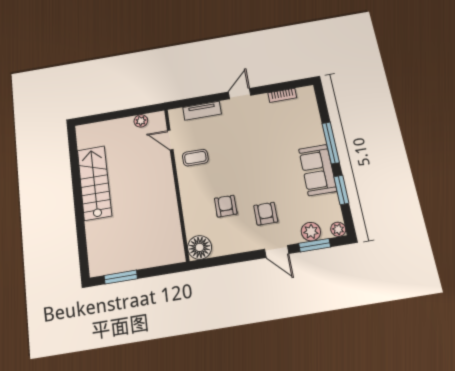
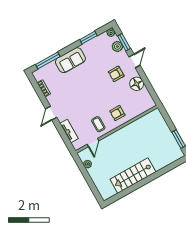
door: (240, 94) -> (51, 113), hinge flipped
window: (331, 143) -> (48, 60), moved
sofa: (318, 170) -> (70, 60), moved
armchair: (226, 206) -> (117, 113), moved
floor lamp: (200, 247) -> (137, 84), moved

